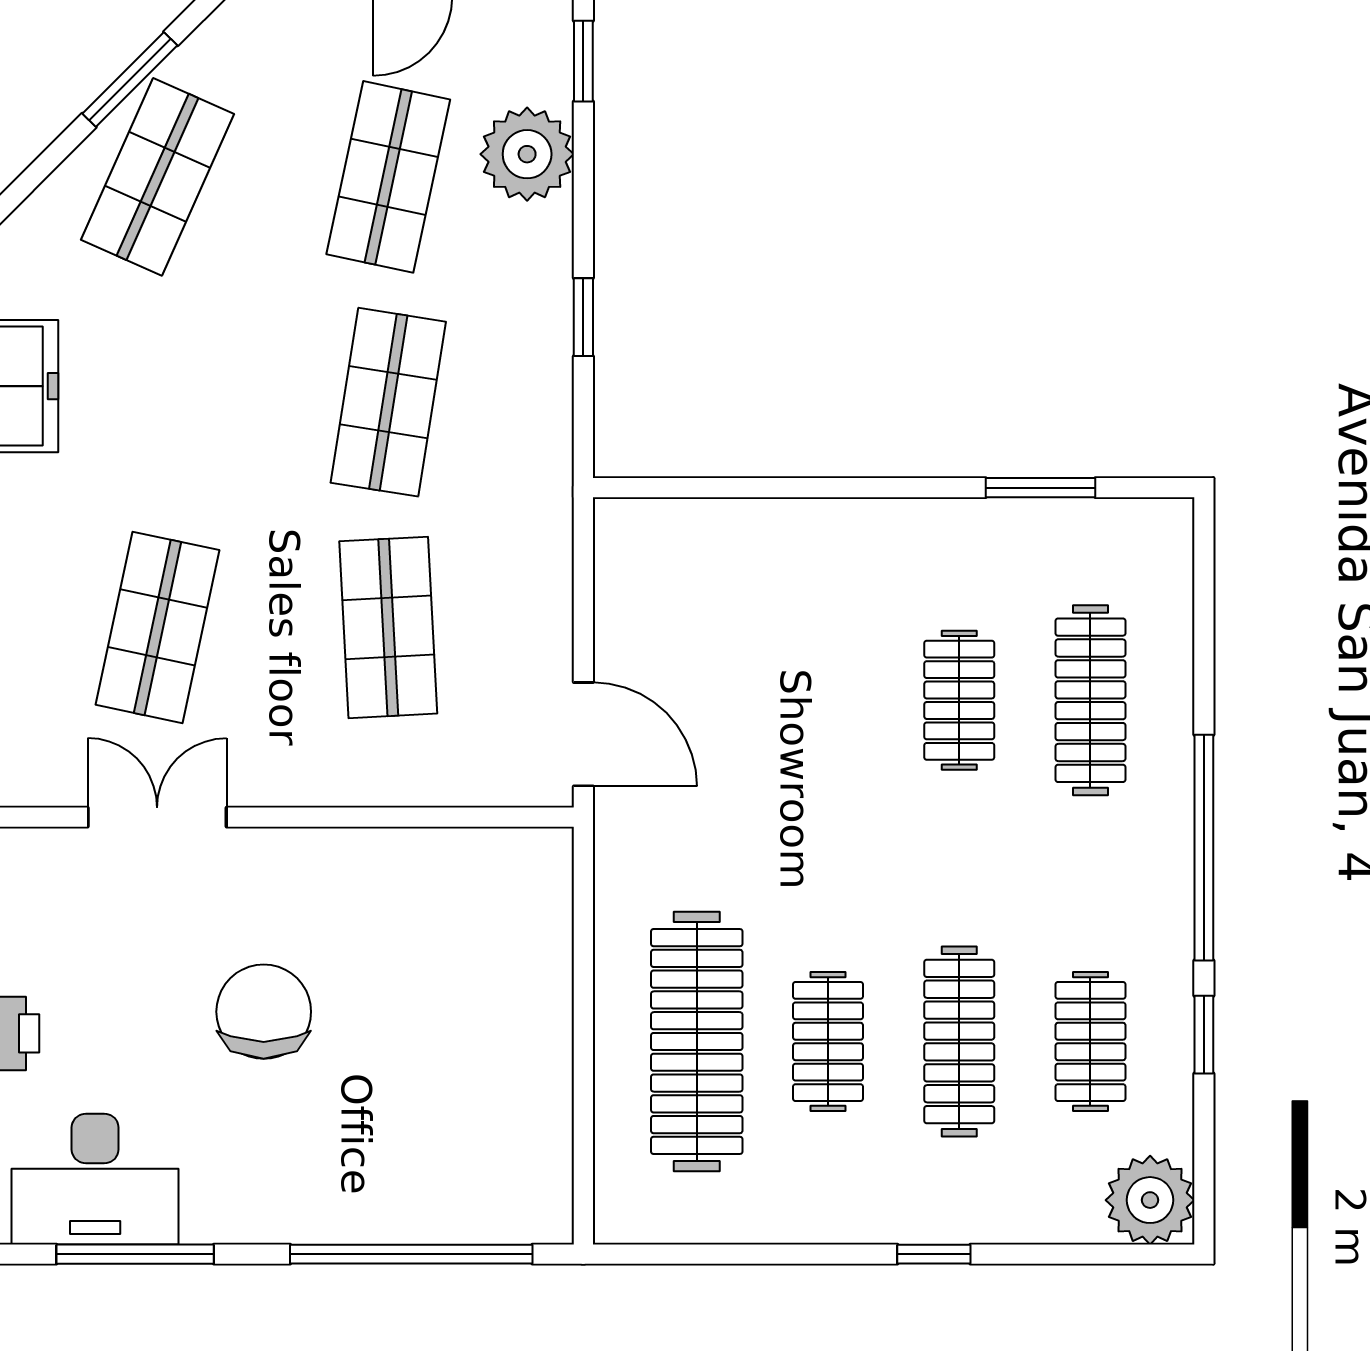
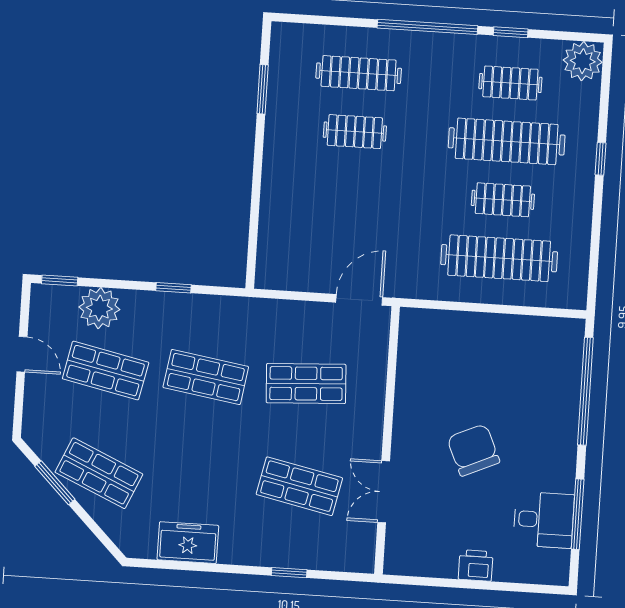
chair: (264, 1012) -> (473, 450), turned 66
clothes rail: (959, 1041) -> (507, 141), width x1.37, depth x1.31
desk: (95, 1179) -> (544, 520), width x0.73

